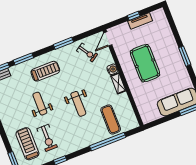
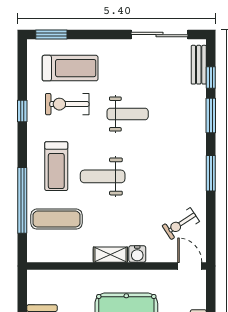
window: (63, 43) -> (211, 173), moved
treadmill: (45, 71) -> (56, 166), moved

